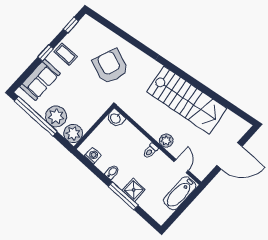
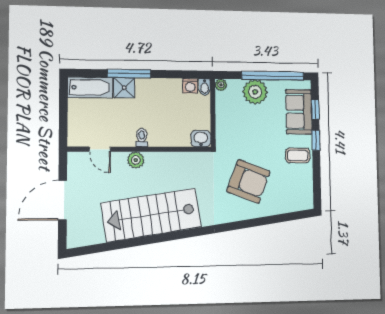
window: (71, 25) -> (315, 109), moved
plant: (73, 133) -> (221, 85), width x0.53, depth x0.53
bidet: (112, 172) -> (205, 87), moved
bathtub: (180, 193) -> (90, 87), moved, turned 90

